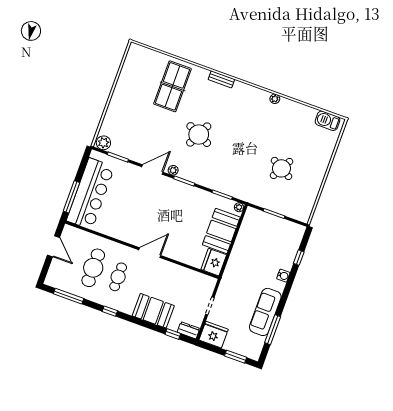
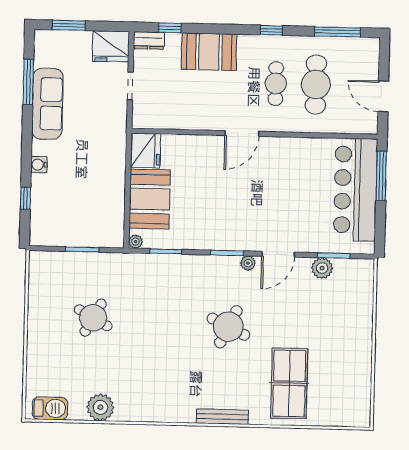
bench: (221, 79) -> (222, 417), width x1.36
plant: (275, 99) -> (100, 407), moved, width x1.88, depth x1.88
plant: (103, 143) -> (322, 268), moved

